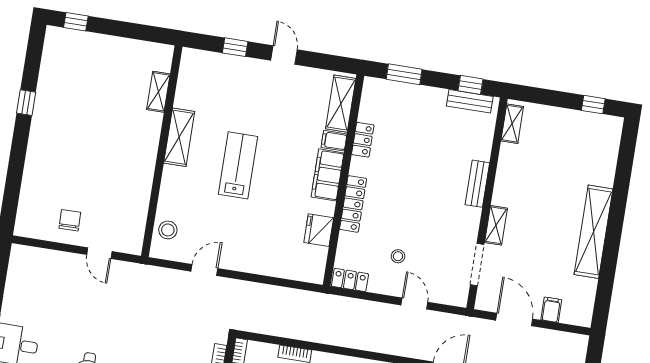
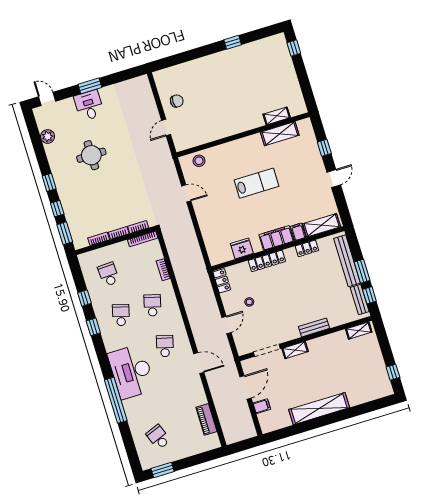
window: (404, 74) -> (362, 271), moved
bench: (407, 93) -> (347, 261), added
shelving: (179, 137) -> (280, 134), moved

